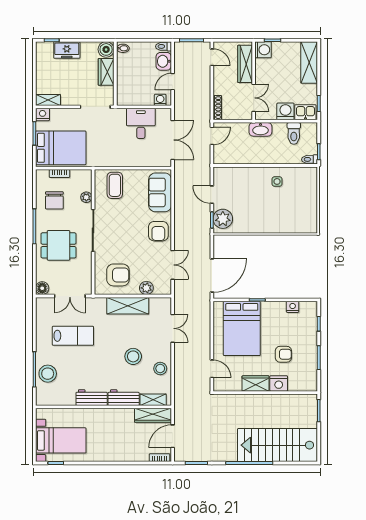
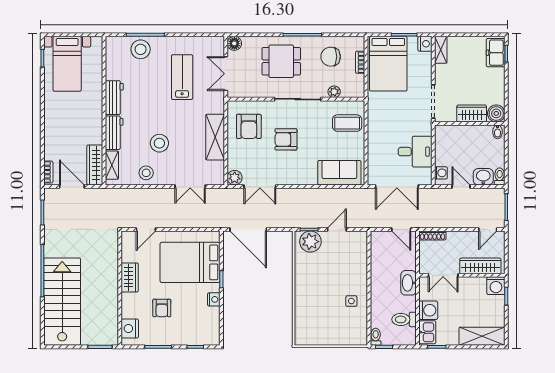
freezer: (67, 50) -> (496, 53), moved
armchair: (158, 231) -> (286, 139), moved
dining table: (58, 245) -> (281, 61), turned 90
plant: (146, 288) -> (235, 178), moved
nightstand: (293, 307) -> (214, 299), moved
lab bench: (73, 336) -> (182, 77), turned 180
nightstand: (279, 383) -> (130, 329), moved

